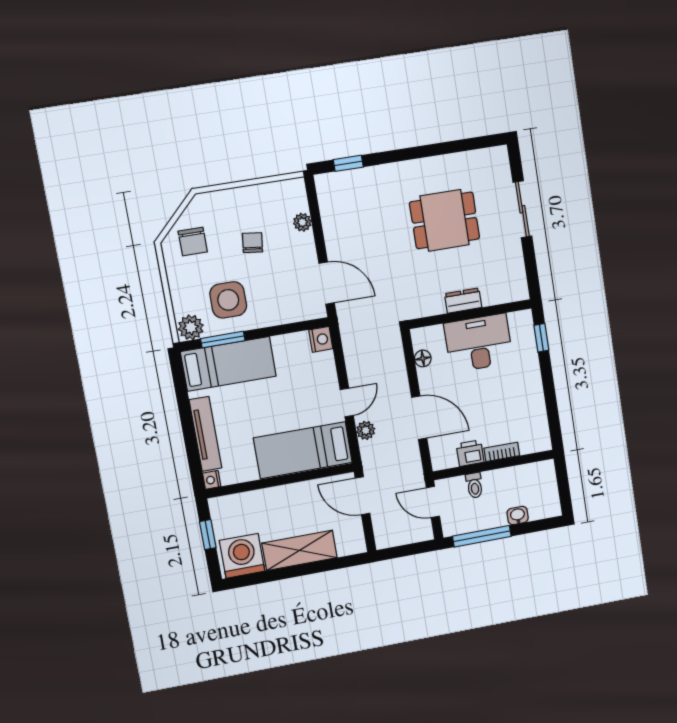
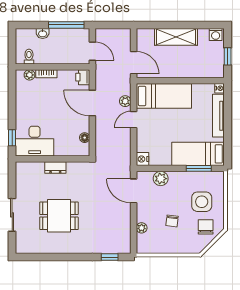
side table: (228, 300) -> (202, 202), moved
plant: (191, 327) -> (161, 179), moved
desk: (478, 343) -> (35, 141), moved
plant: (529, 445) -> (30, 75), added
printer: (470, 453) -> (83, 77), moved, turned 90
toilet: (474, 485) -> (29, 57), moved
washing machine: (242, 556) -> (216, 35), width x0.53, depth x0.53

